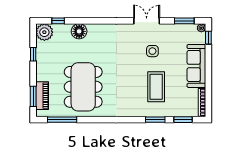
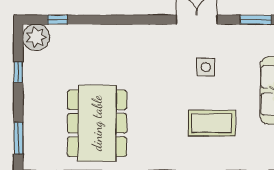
floor lamp: (79, 31) -> (91, 36), removed
coffee table: (156, 87) -> (212, 123), turned 90
piano: (42, 96) -> (32, 137), removed

